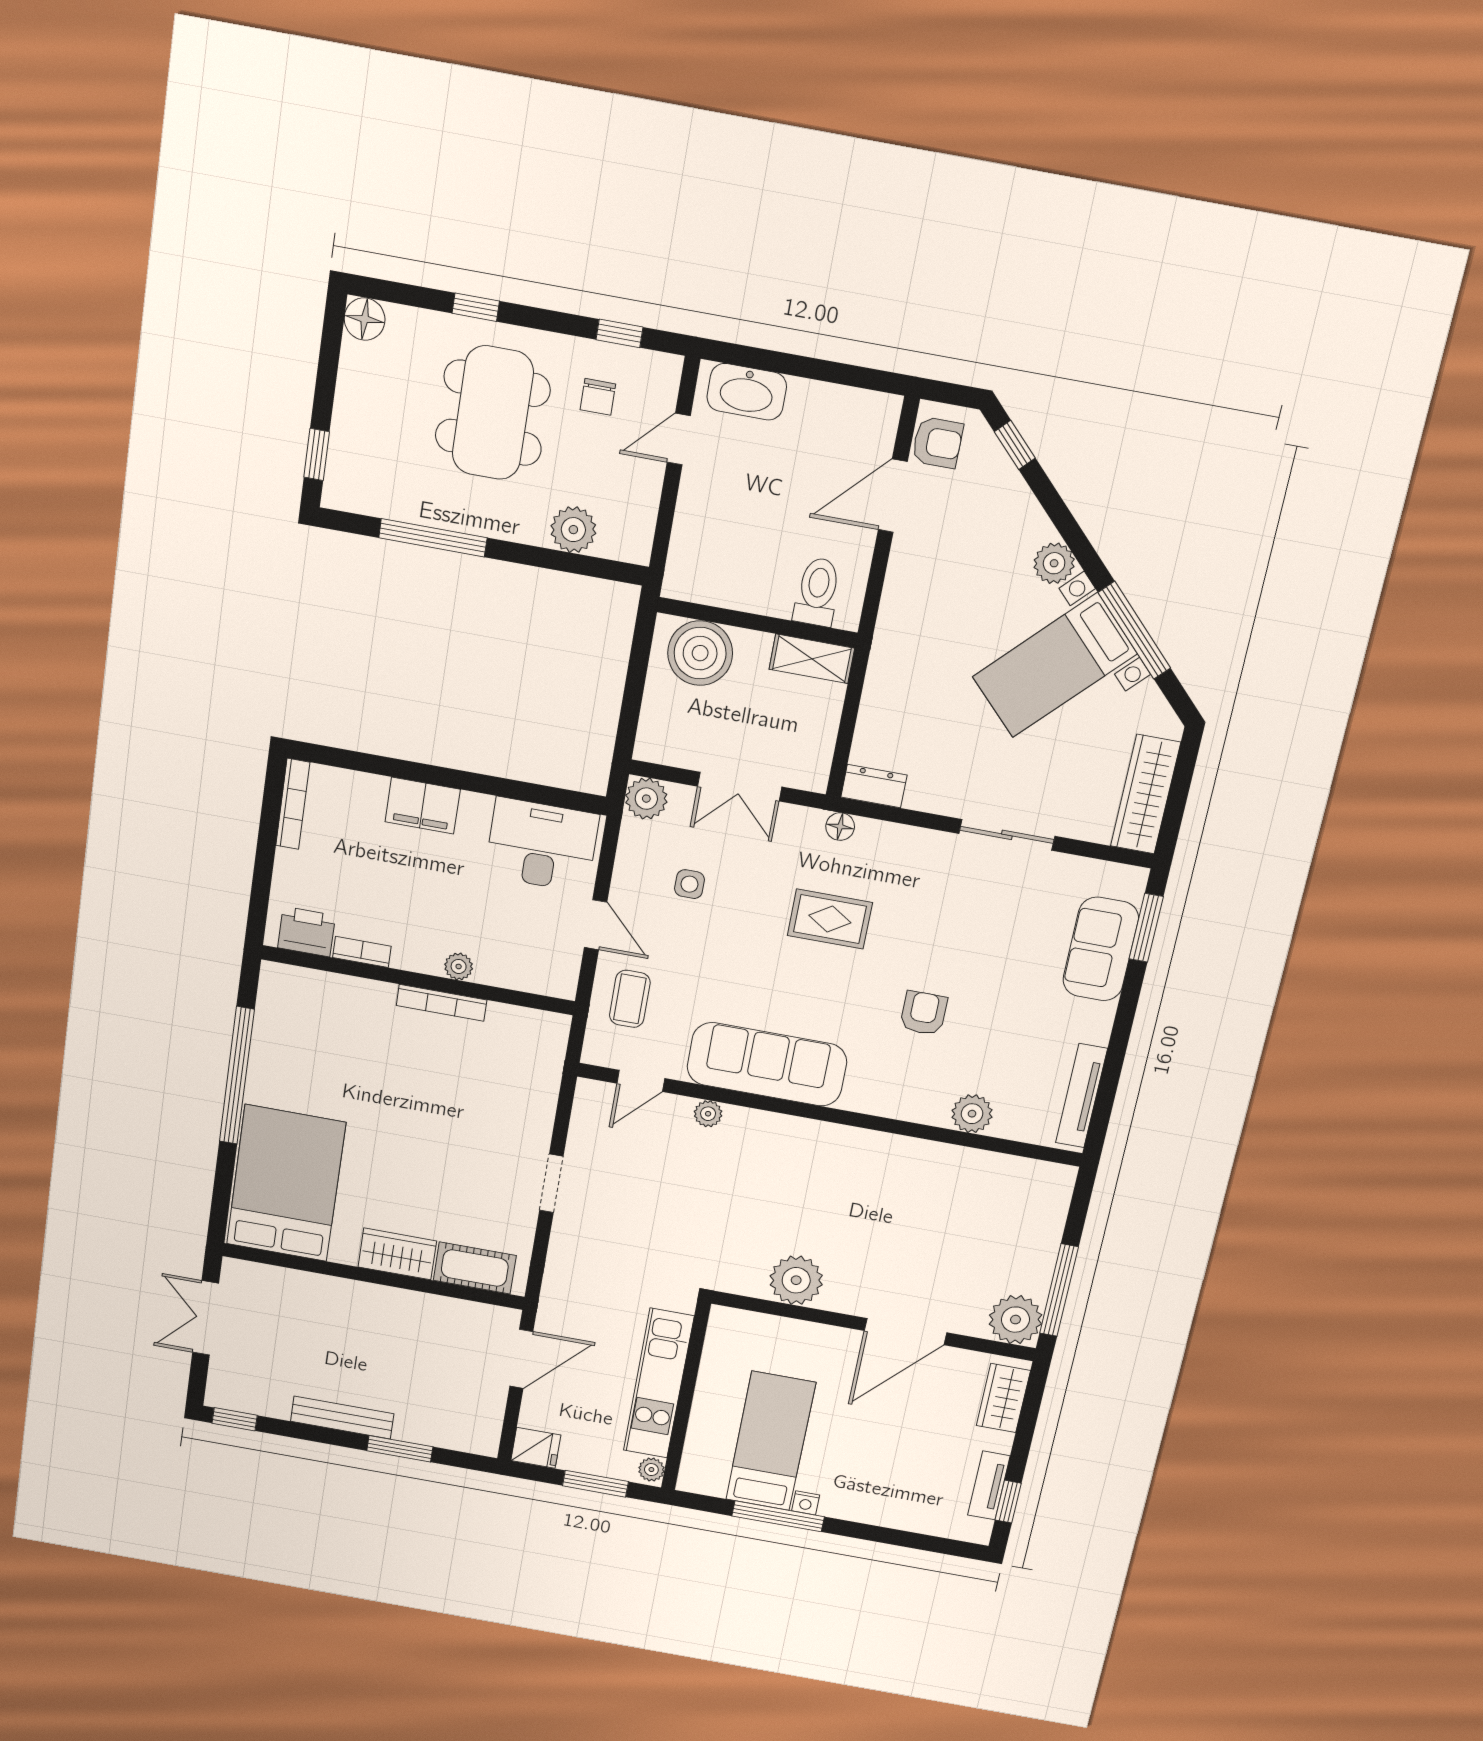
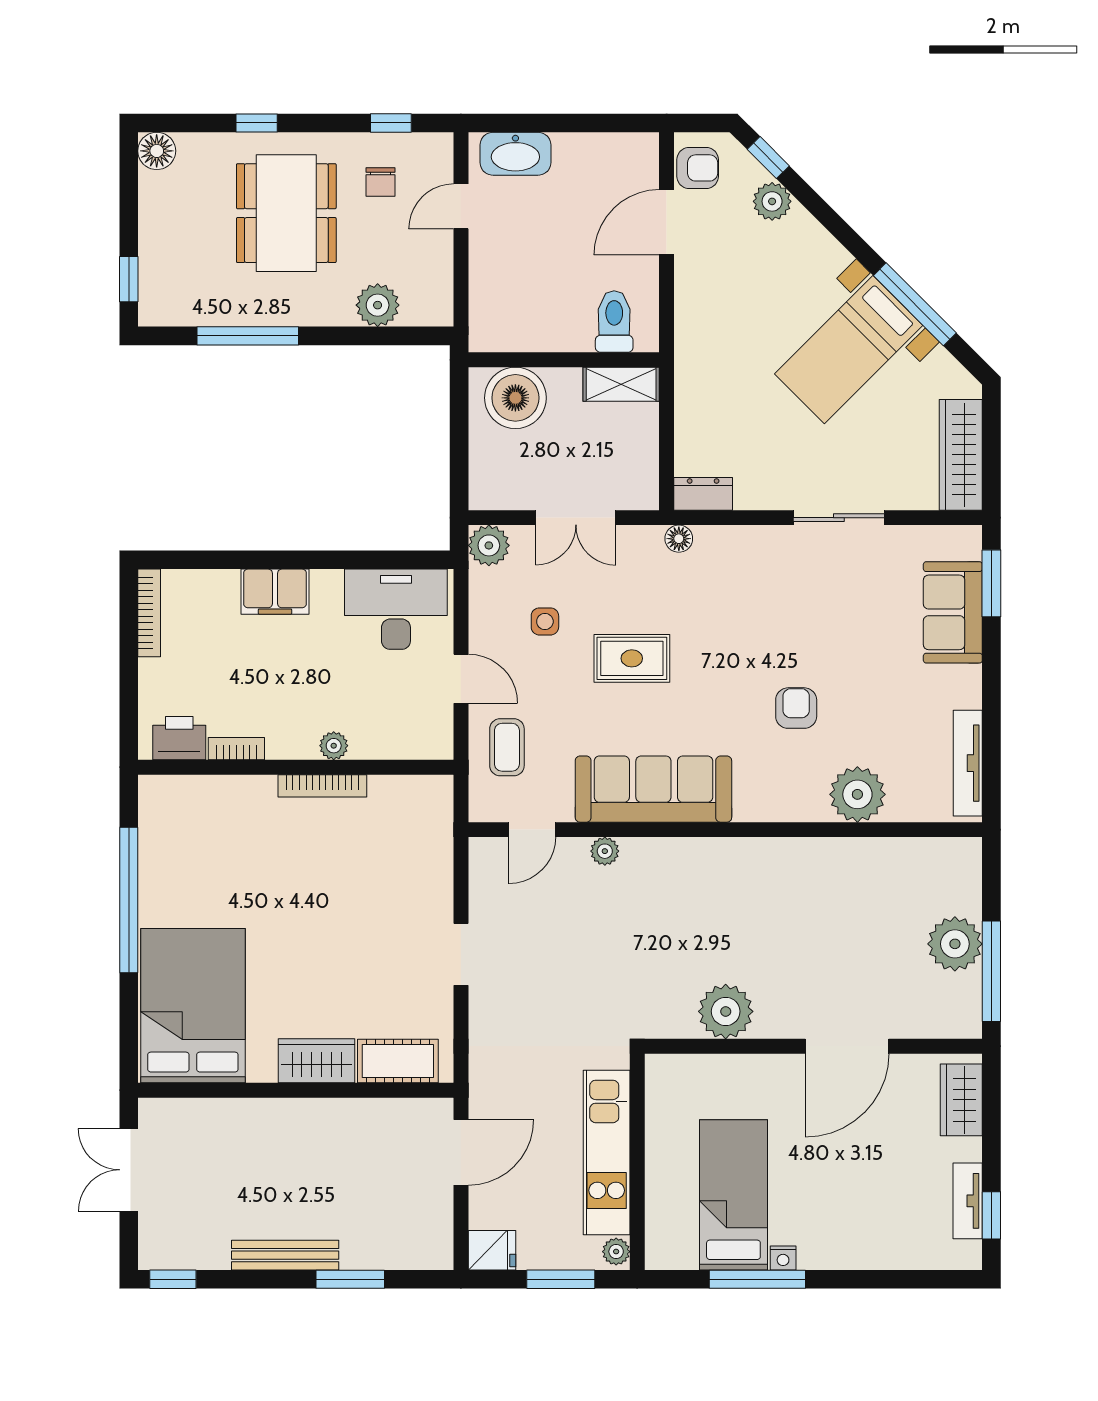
plant: (1054, 563) -> (772, 201), moved
rug: (830, 919) -> (632, 658), moved
plant: (972, 1114) -> (857, 794), width x1.36, depth x1.36
plant: (1015, 1320) -> (955, 944), moved

